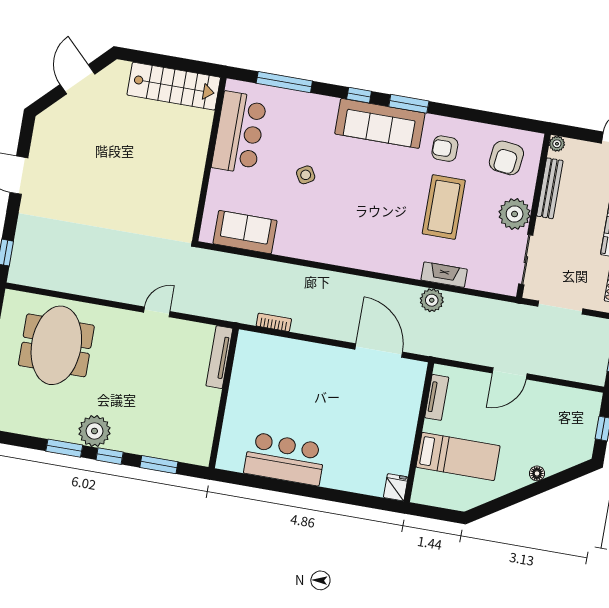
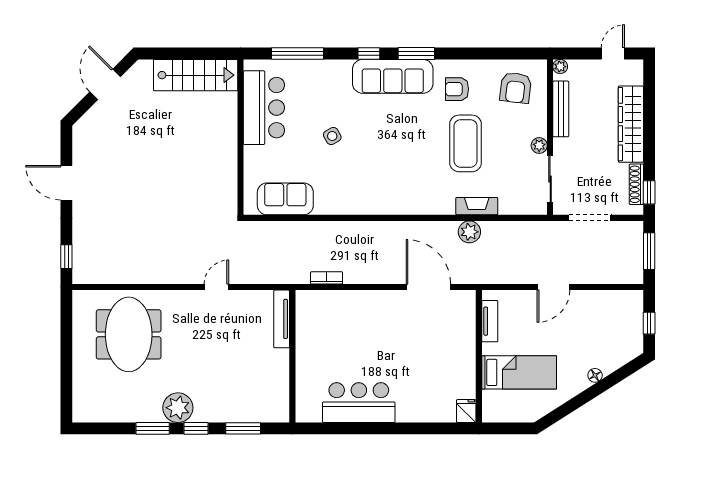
plant: (515, 214) -> (539, 145), width x0.53, depth x0.53

